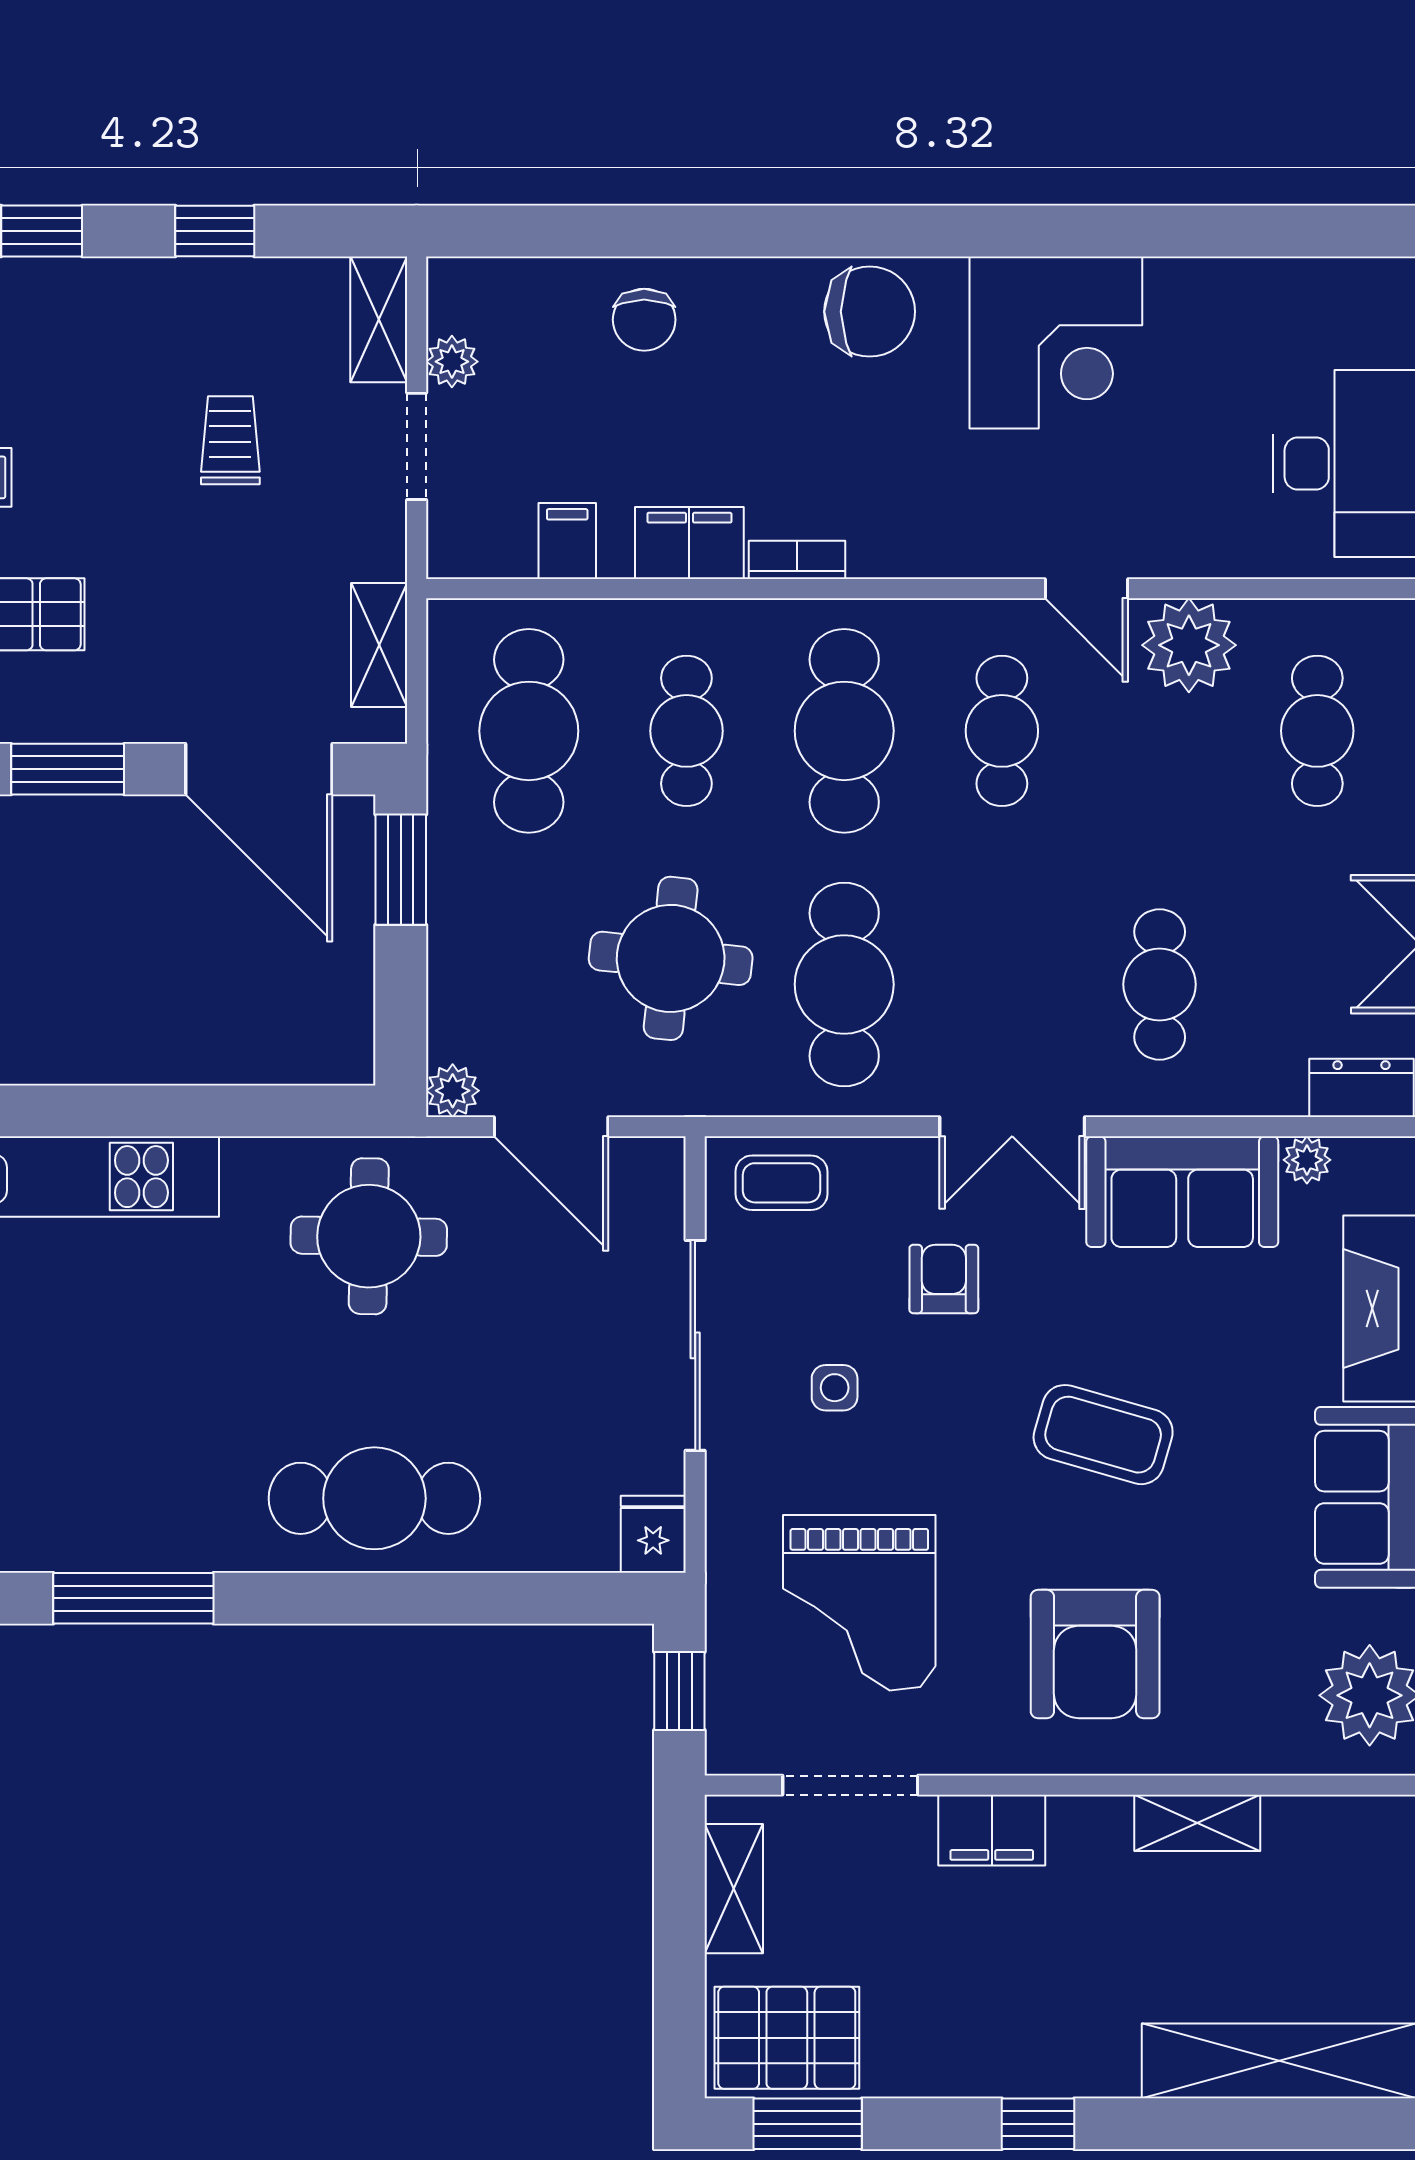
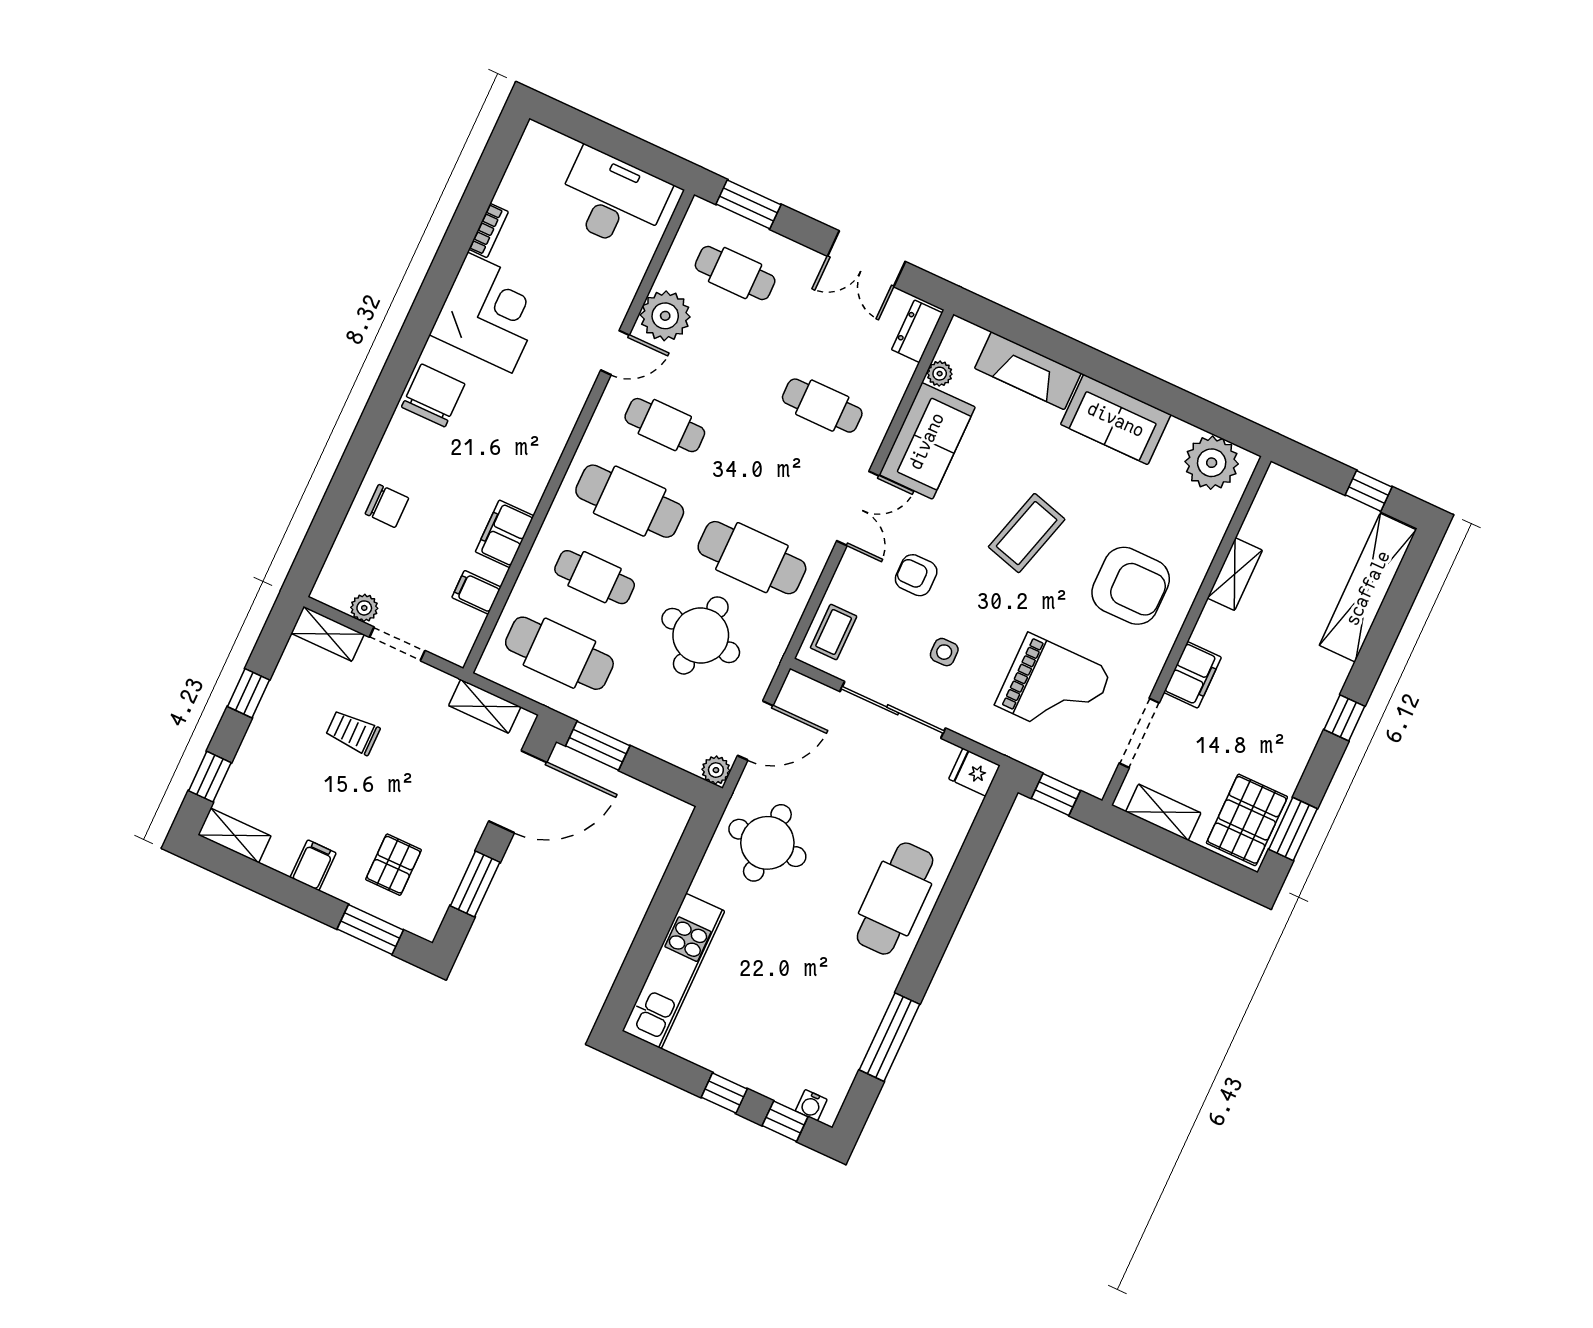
bookcase: (797, 560) -> (488, 230), moved, turned 180

